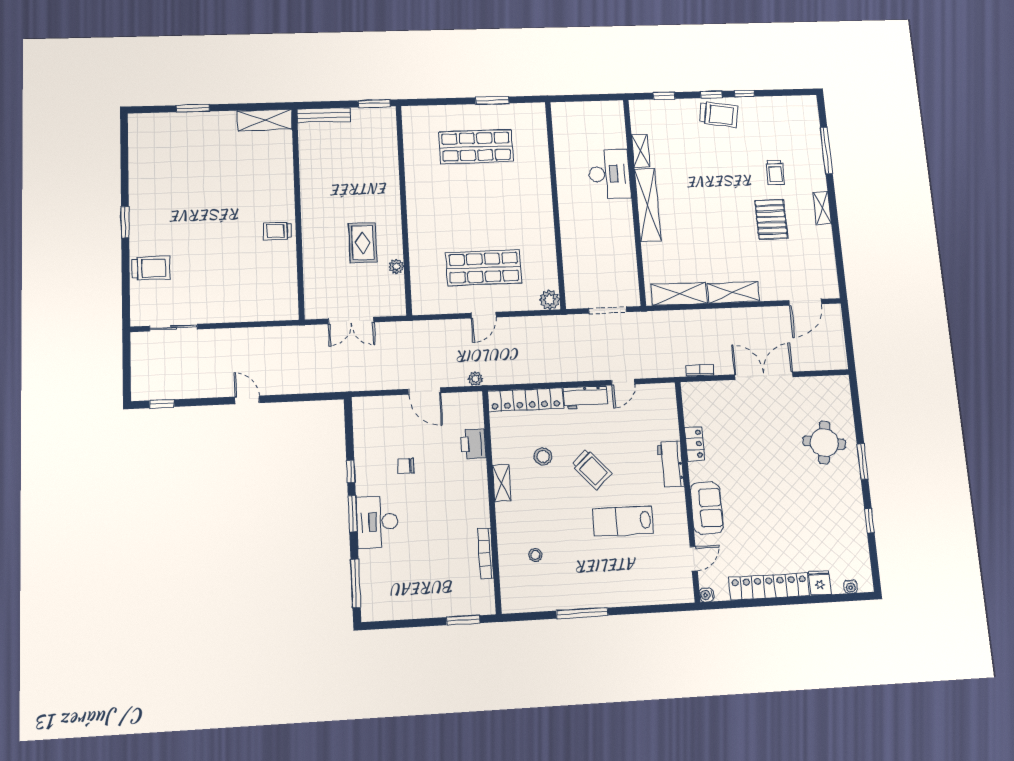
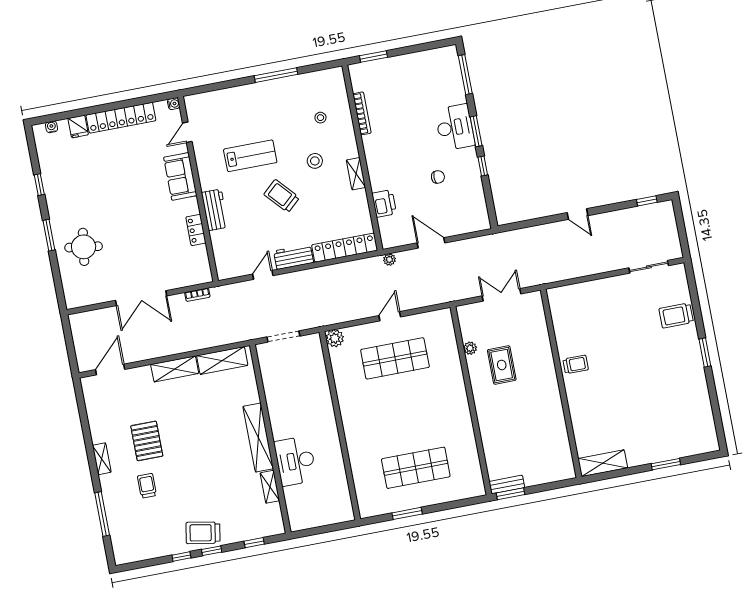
bench: (324, 115) -> (507, 485), moved, width x0.73
stool: (543, 456) -> (315, 161), moved

